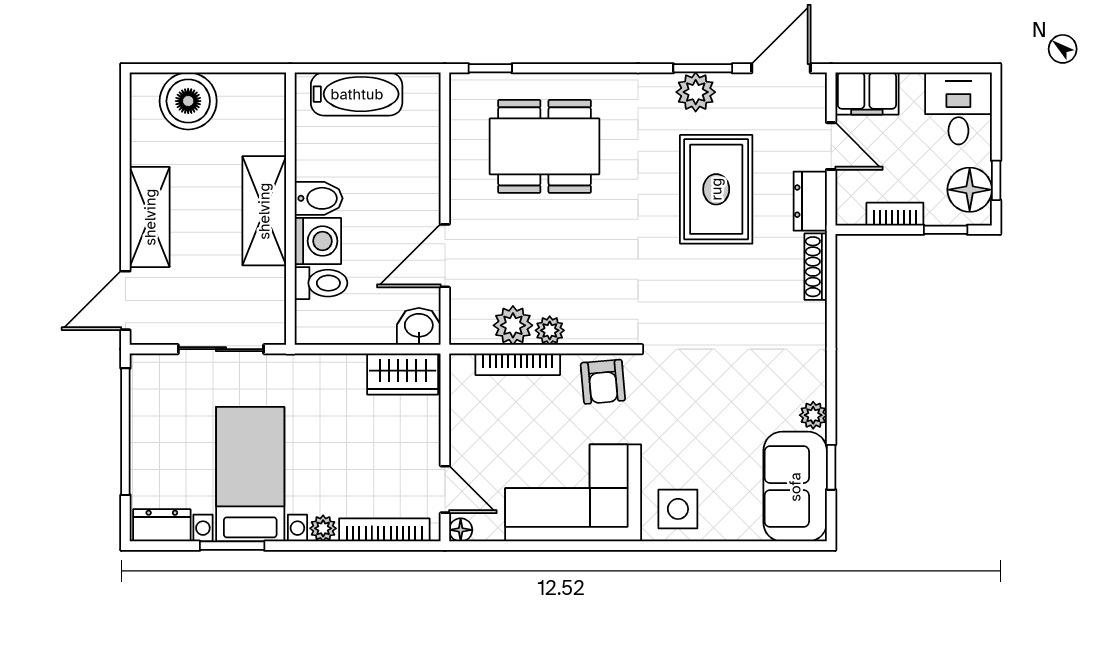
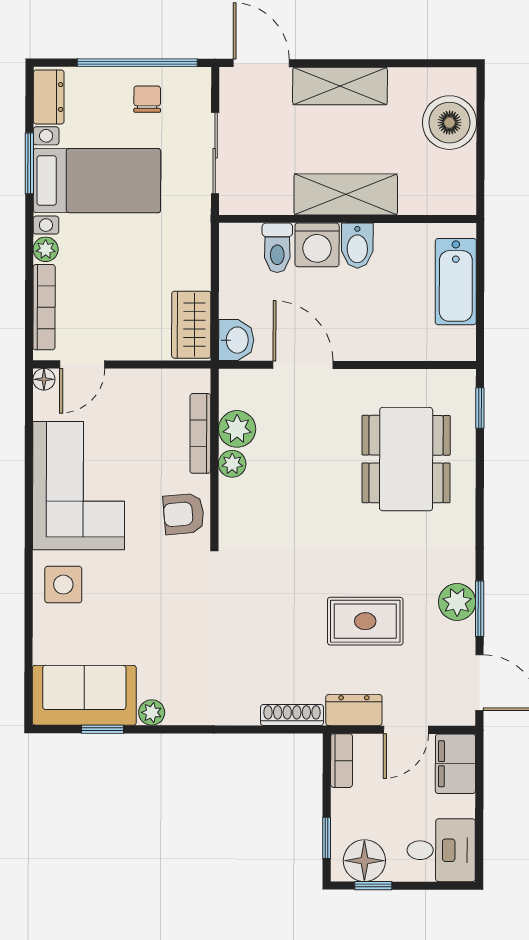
rug: (716, 189) -> (365, 621), width x0.73, depth x0.70
bookcase: (895, 214) -> (342, 761), moved
chair: (164, 421) -> (147, 99), added

